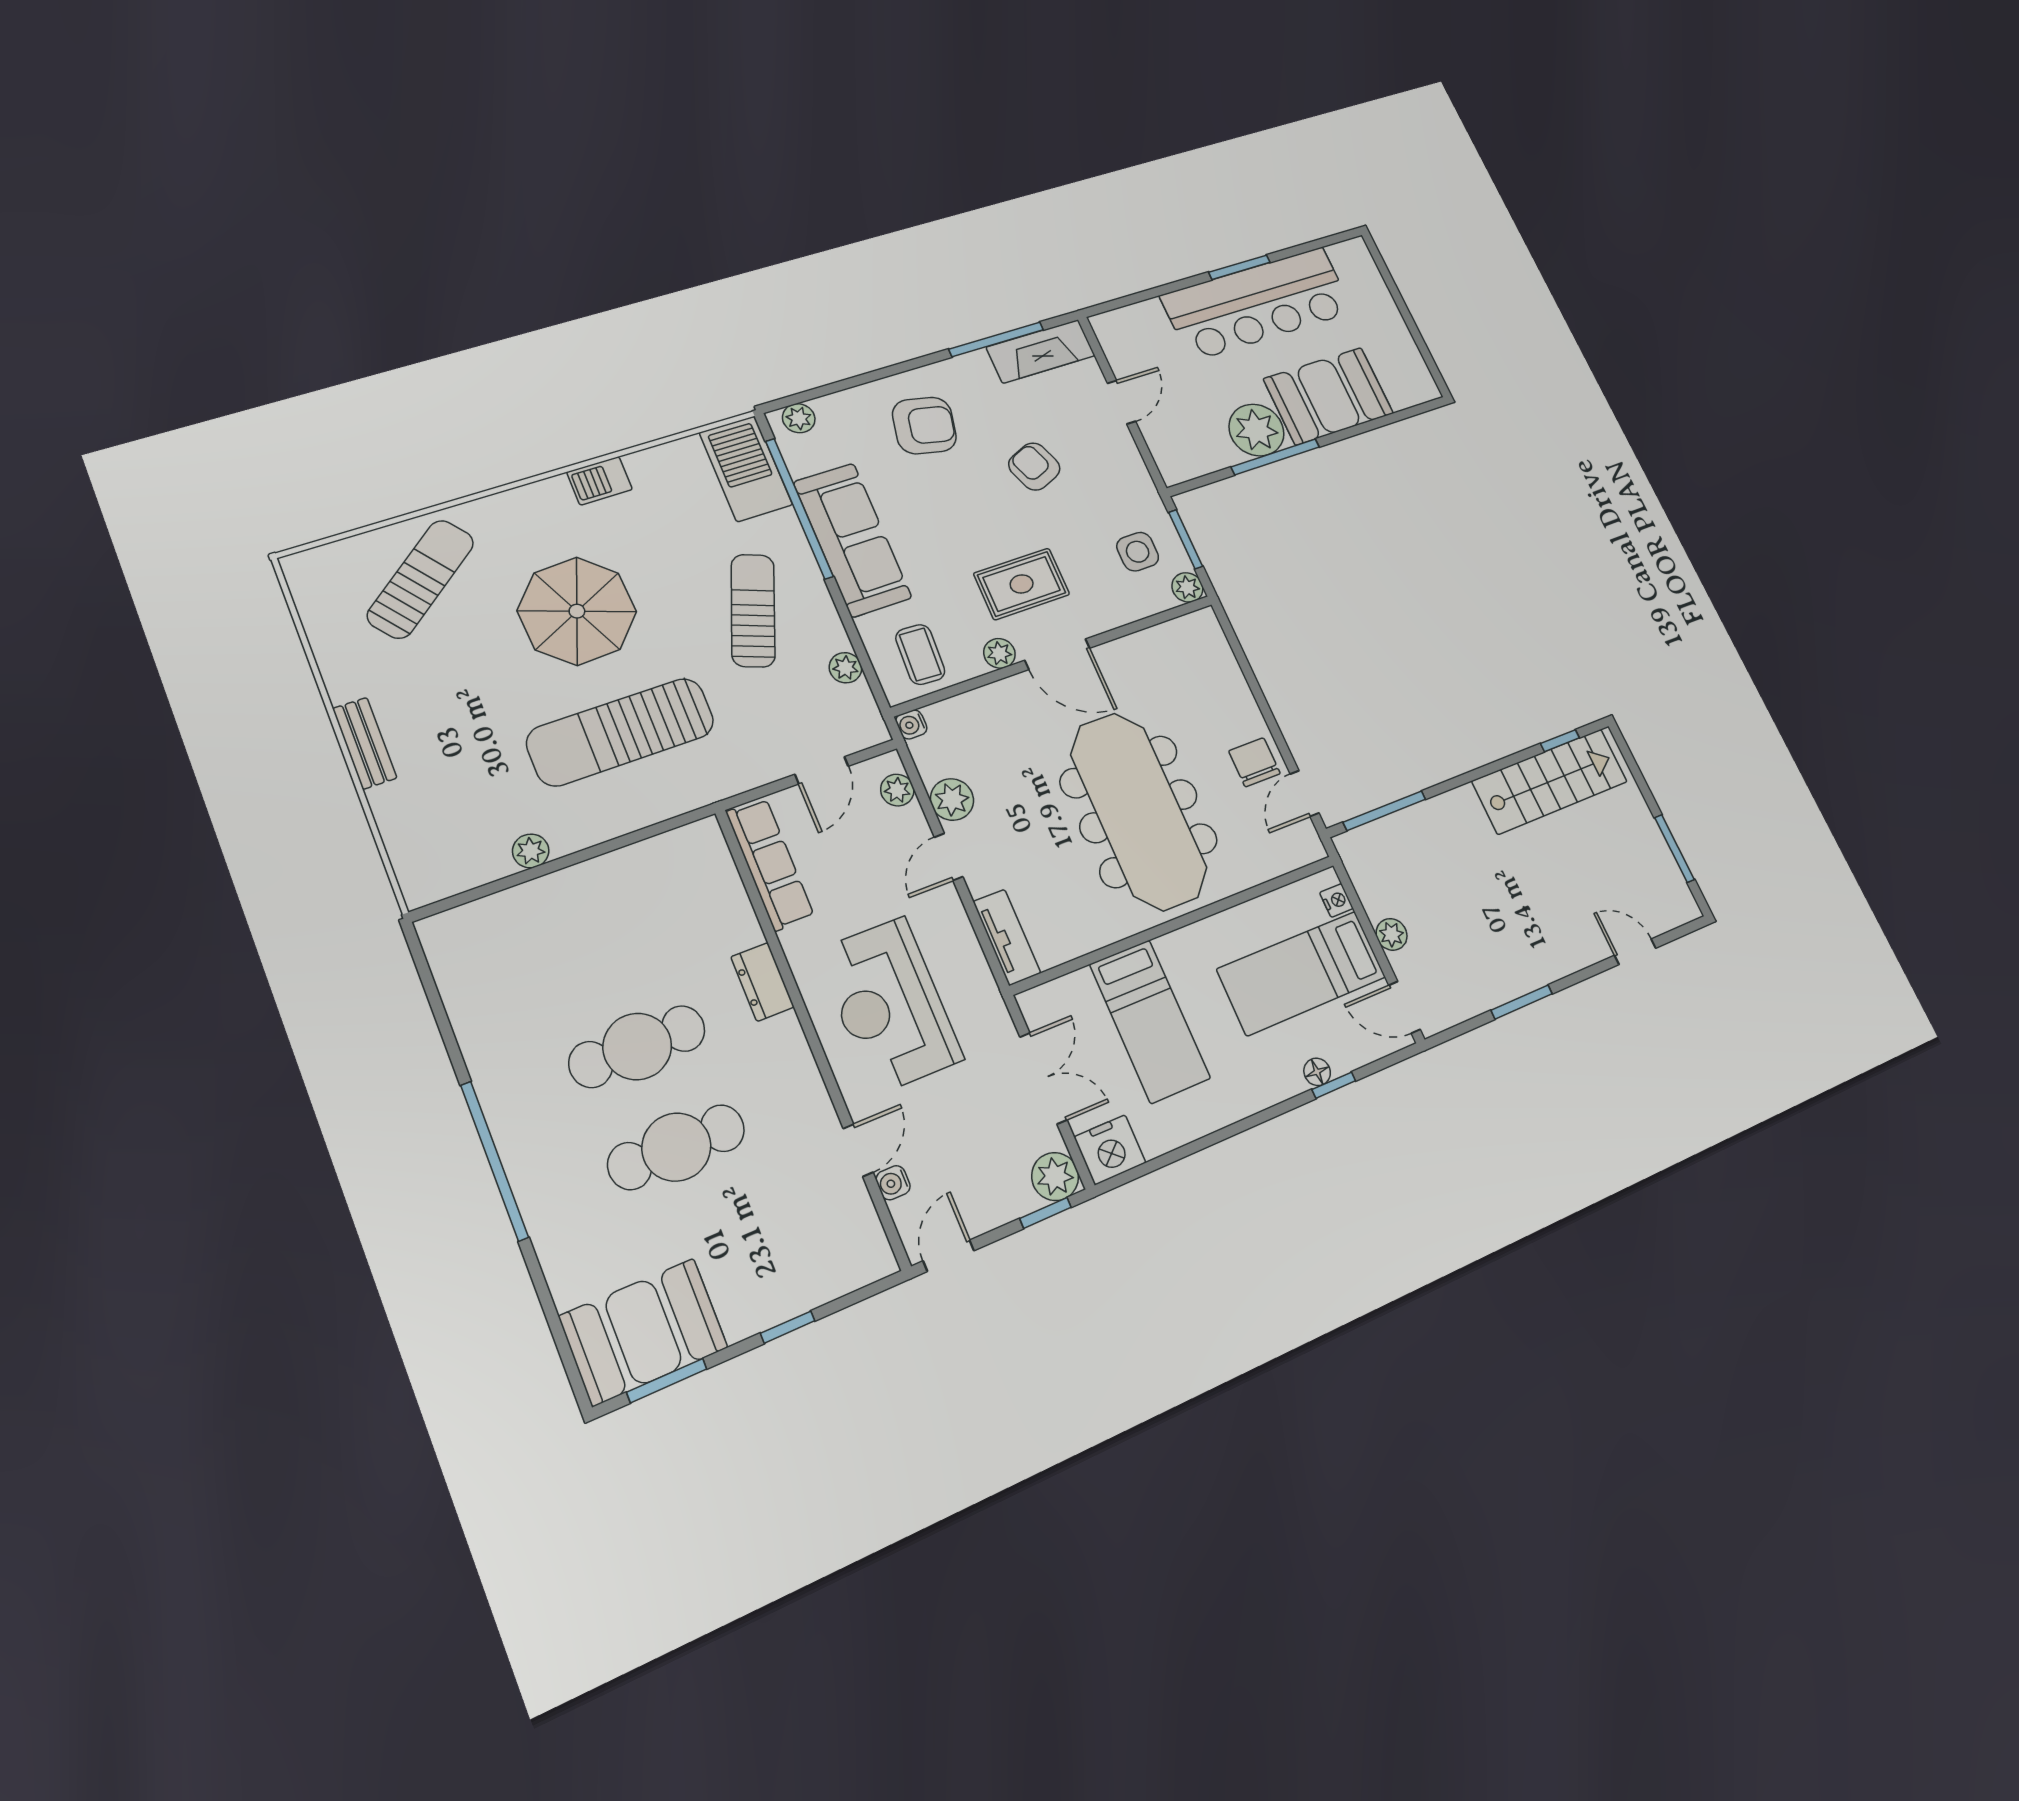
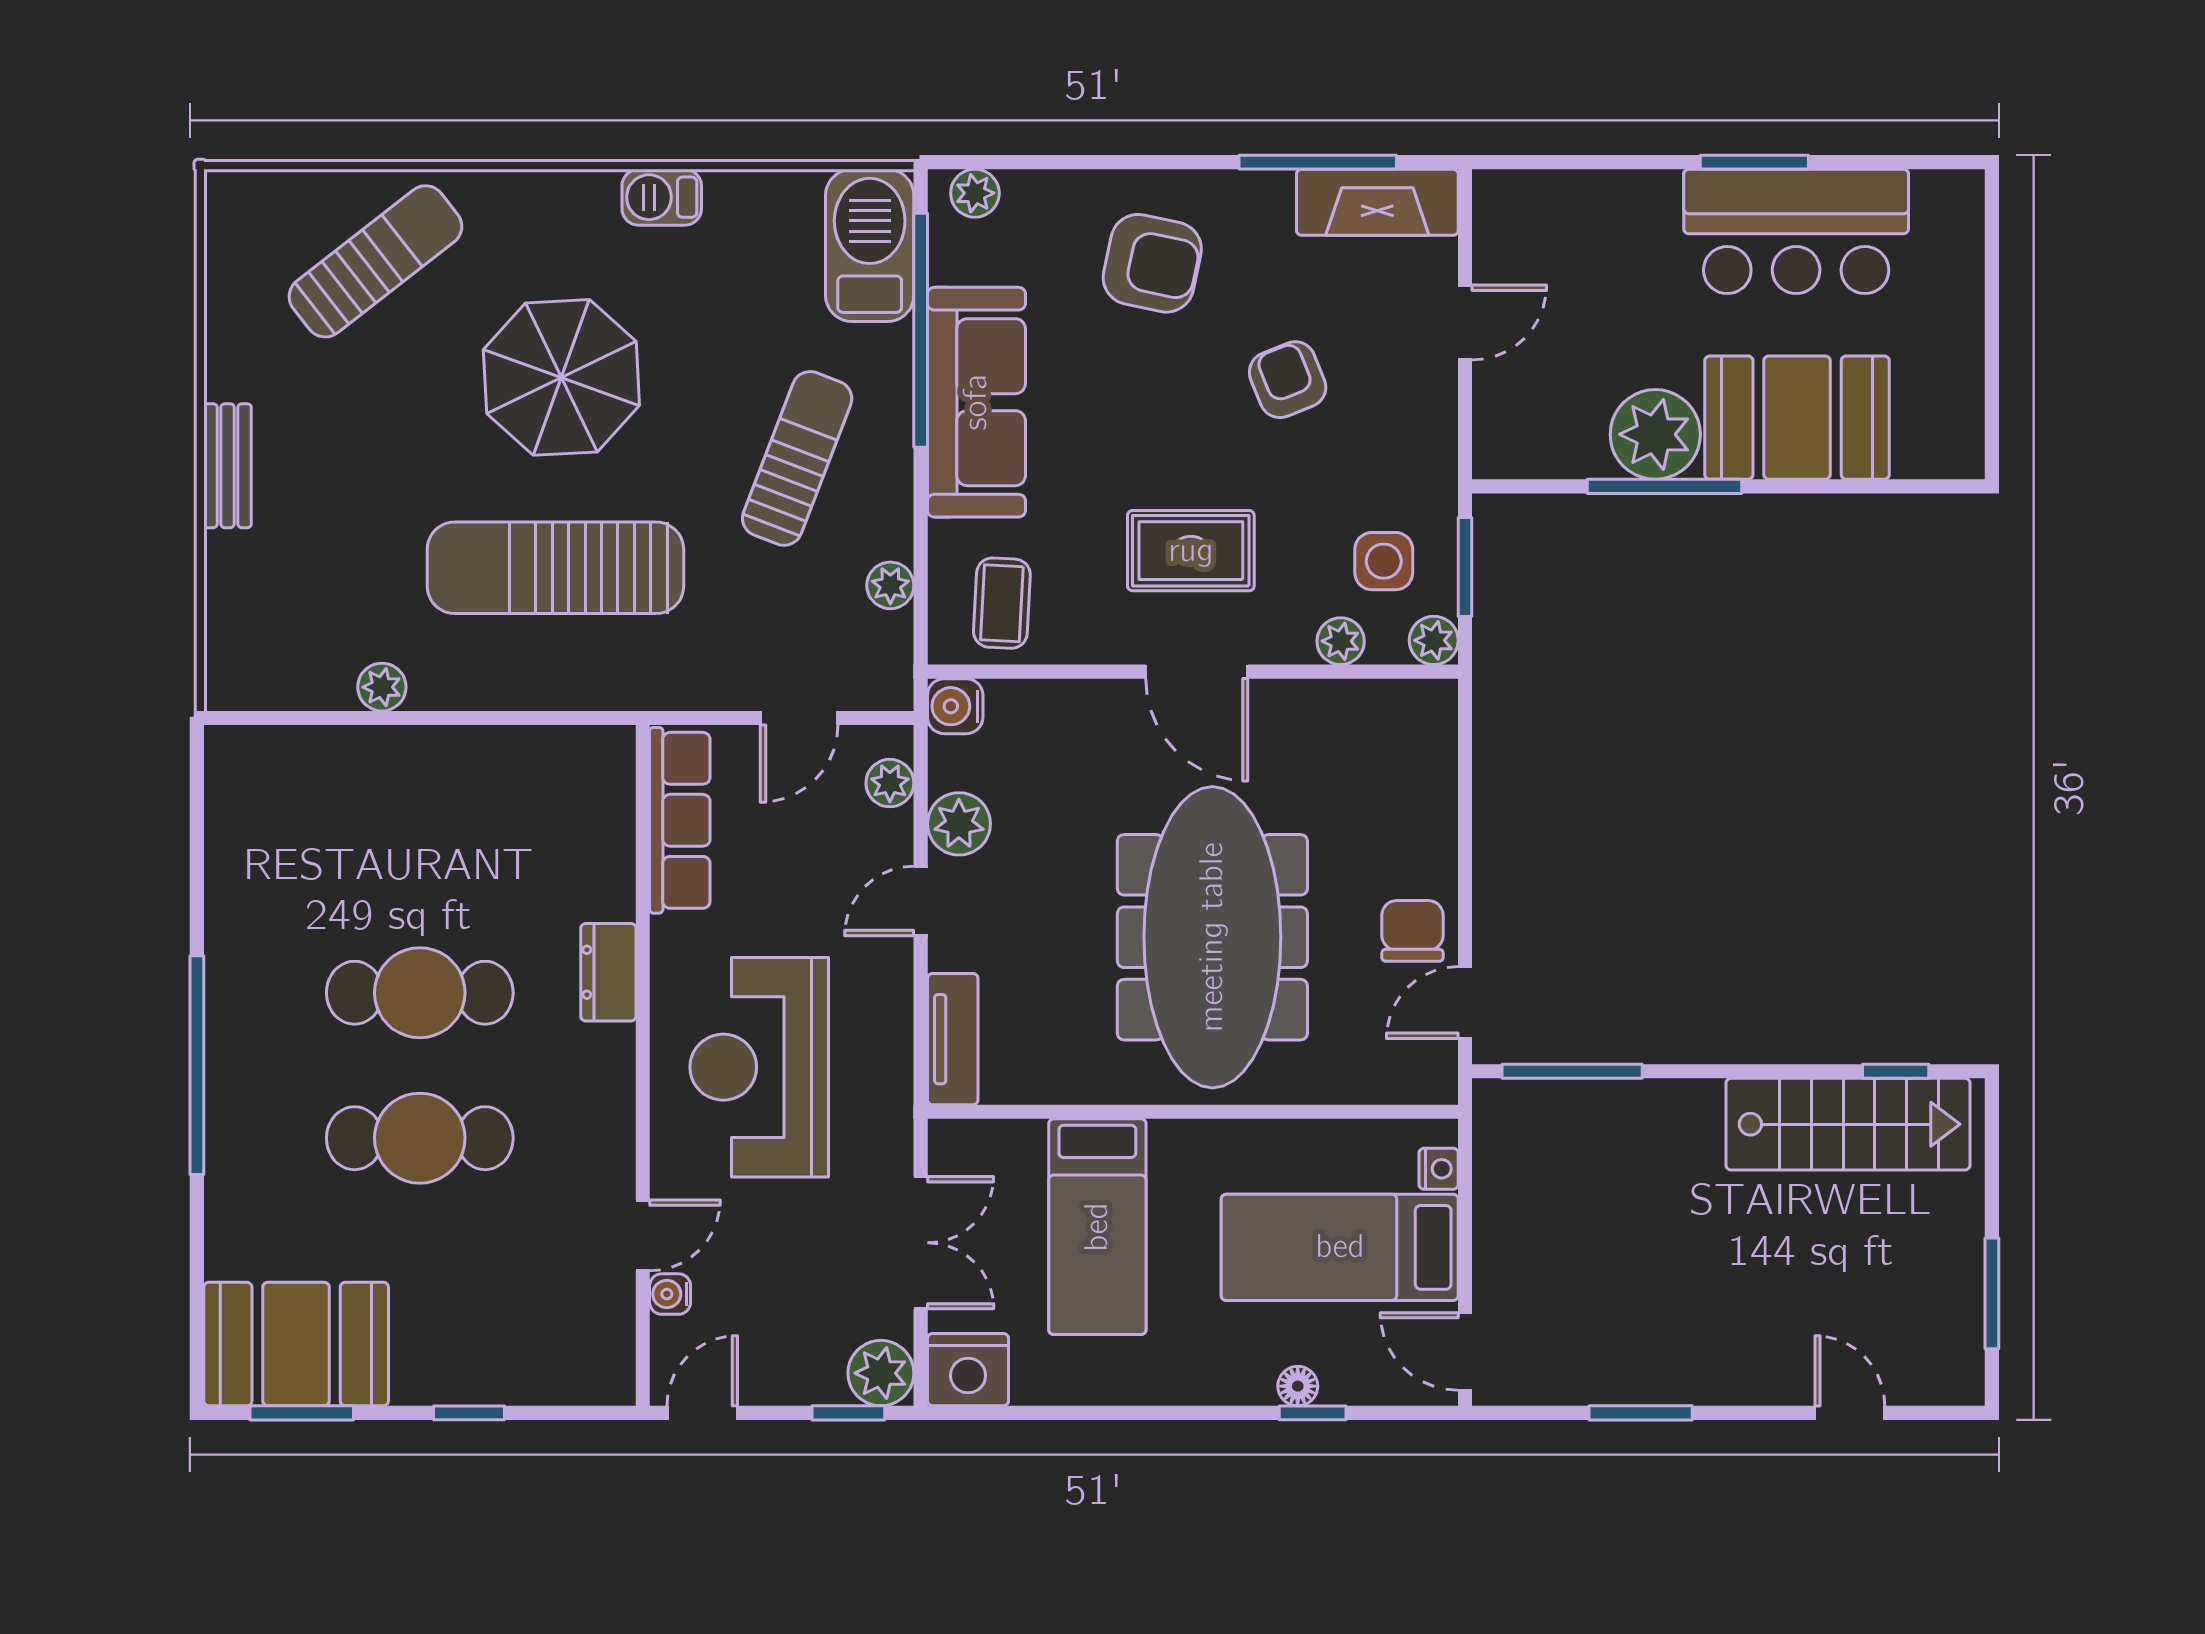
bar counter: (1258, 304) -> (1796, 231), width x0.73
plant: (999, 653) -> (1341, 641), moved
water cooler: (911, 724) -> (955, 706), width x1.38, depth x1.38
plant: (1392, 934) -> (1496, 1246), removed

